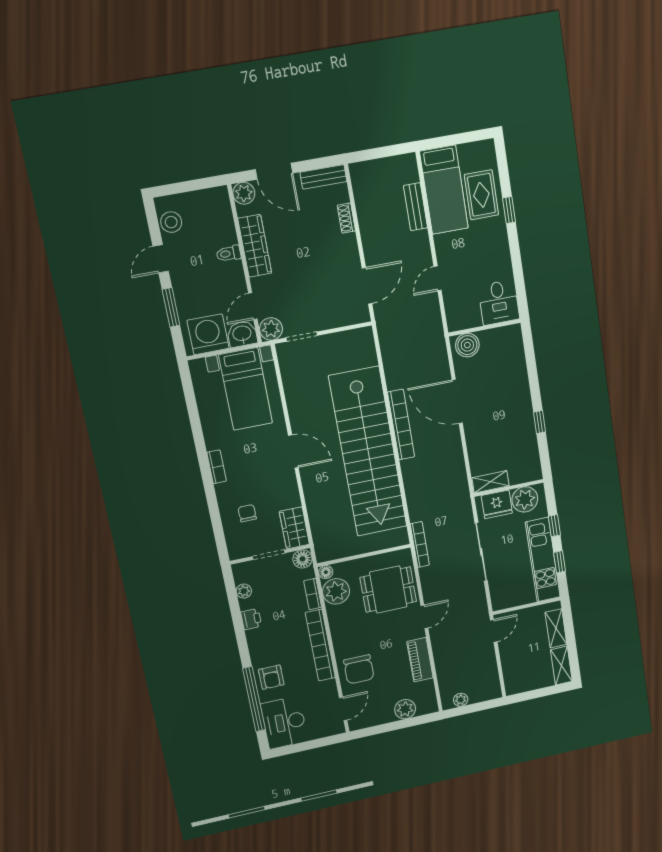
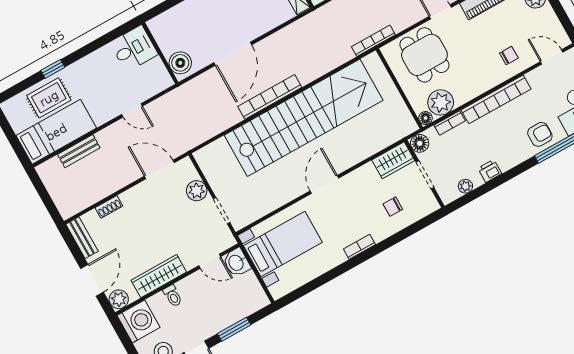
plant: (271, 329) -> (197, 191), moved
washing machine: (208, 334) -> (138, 321), moved, turned 180
chair: (359, 669) -> (509, 56), width x0.54, depth x0.54

